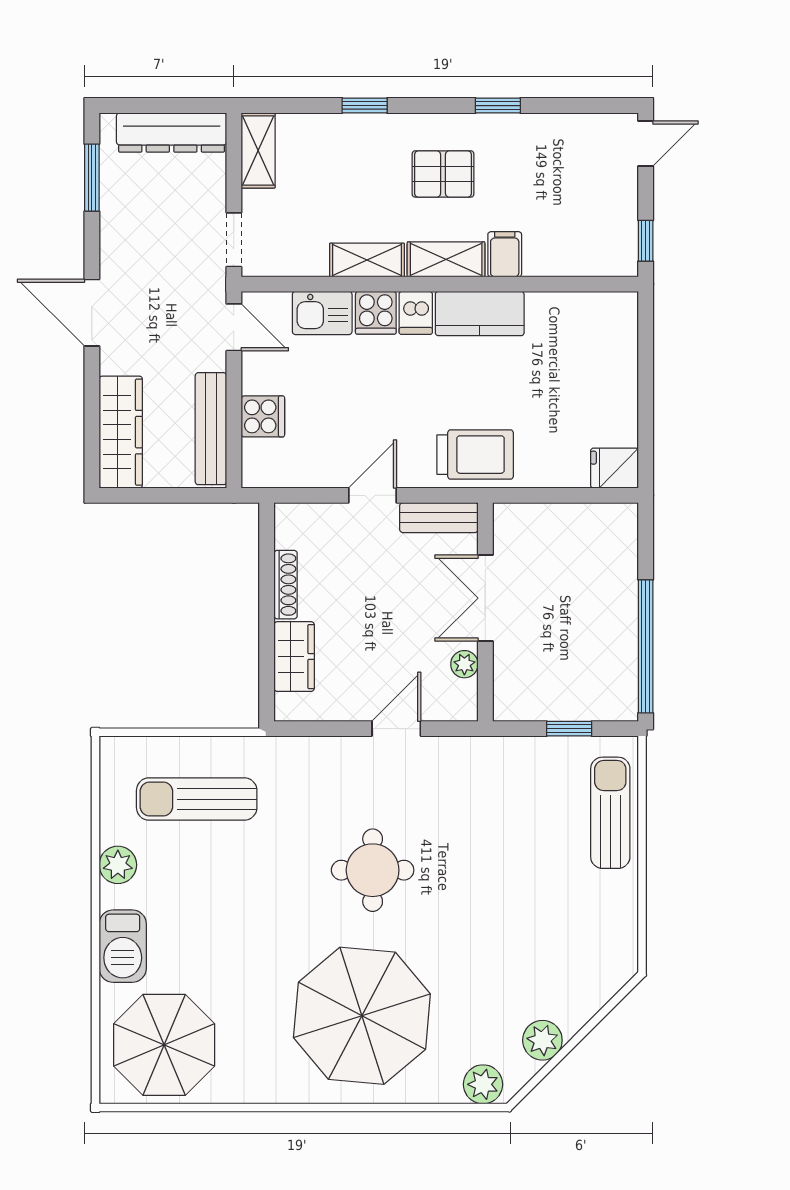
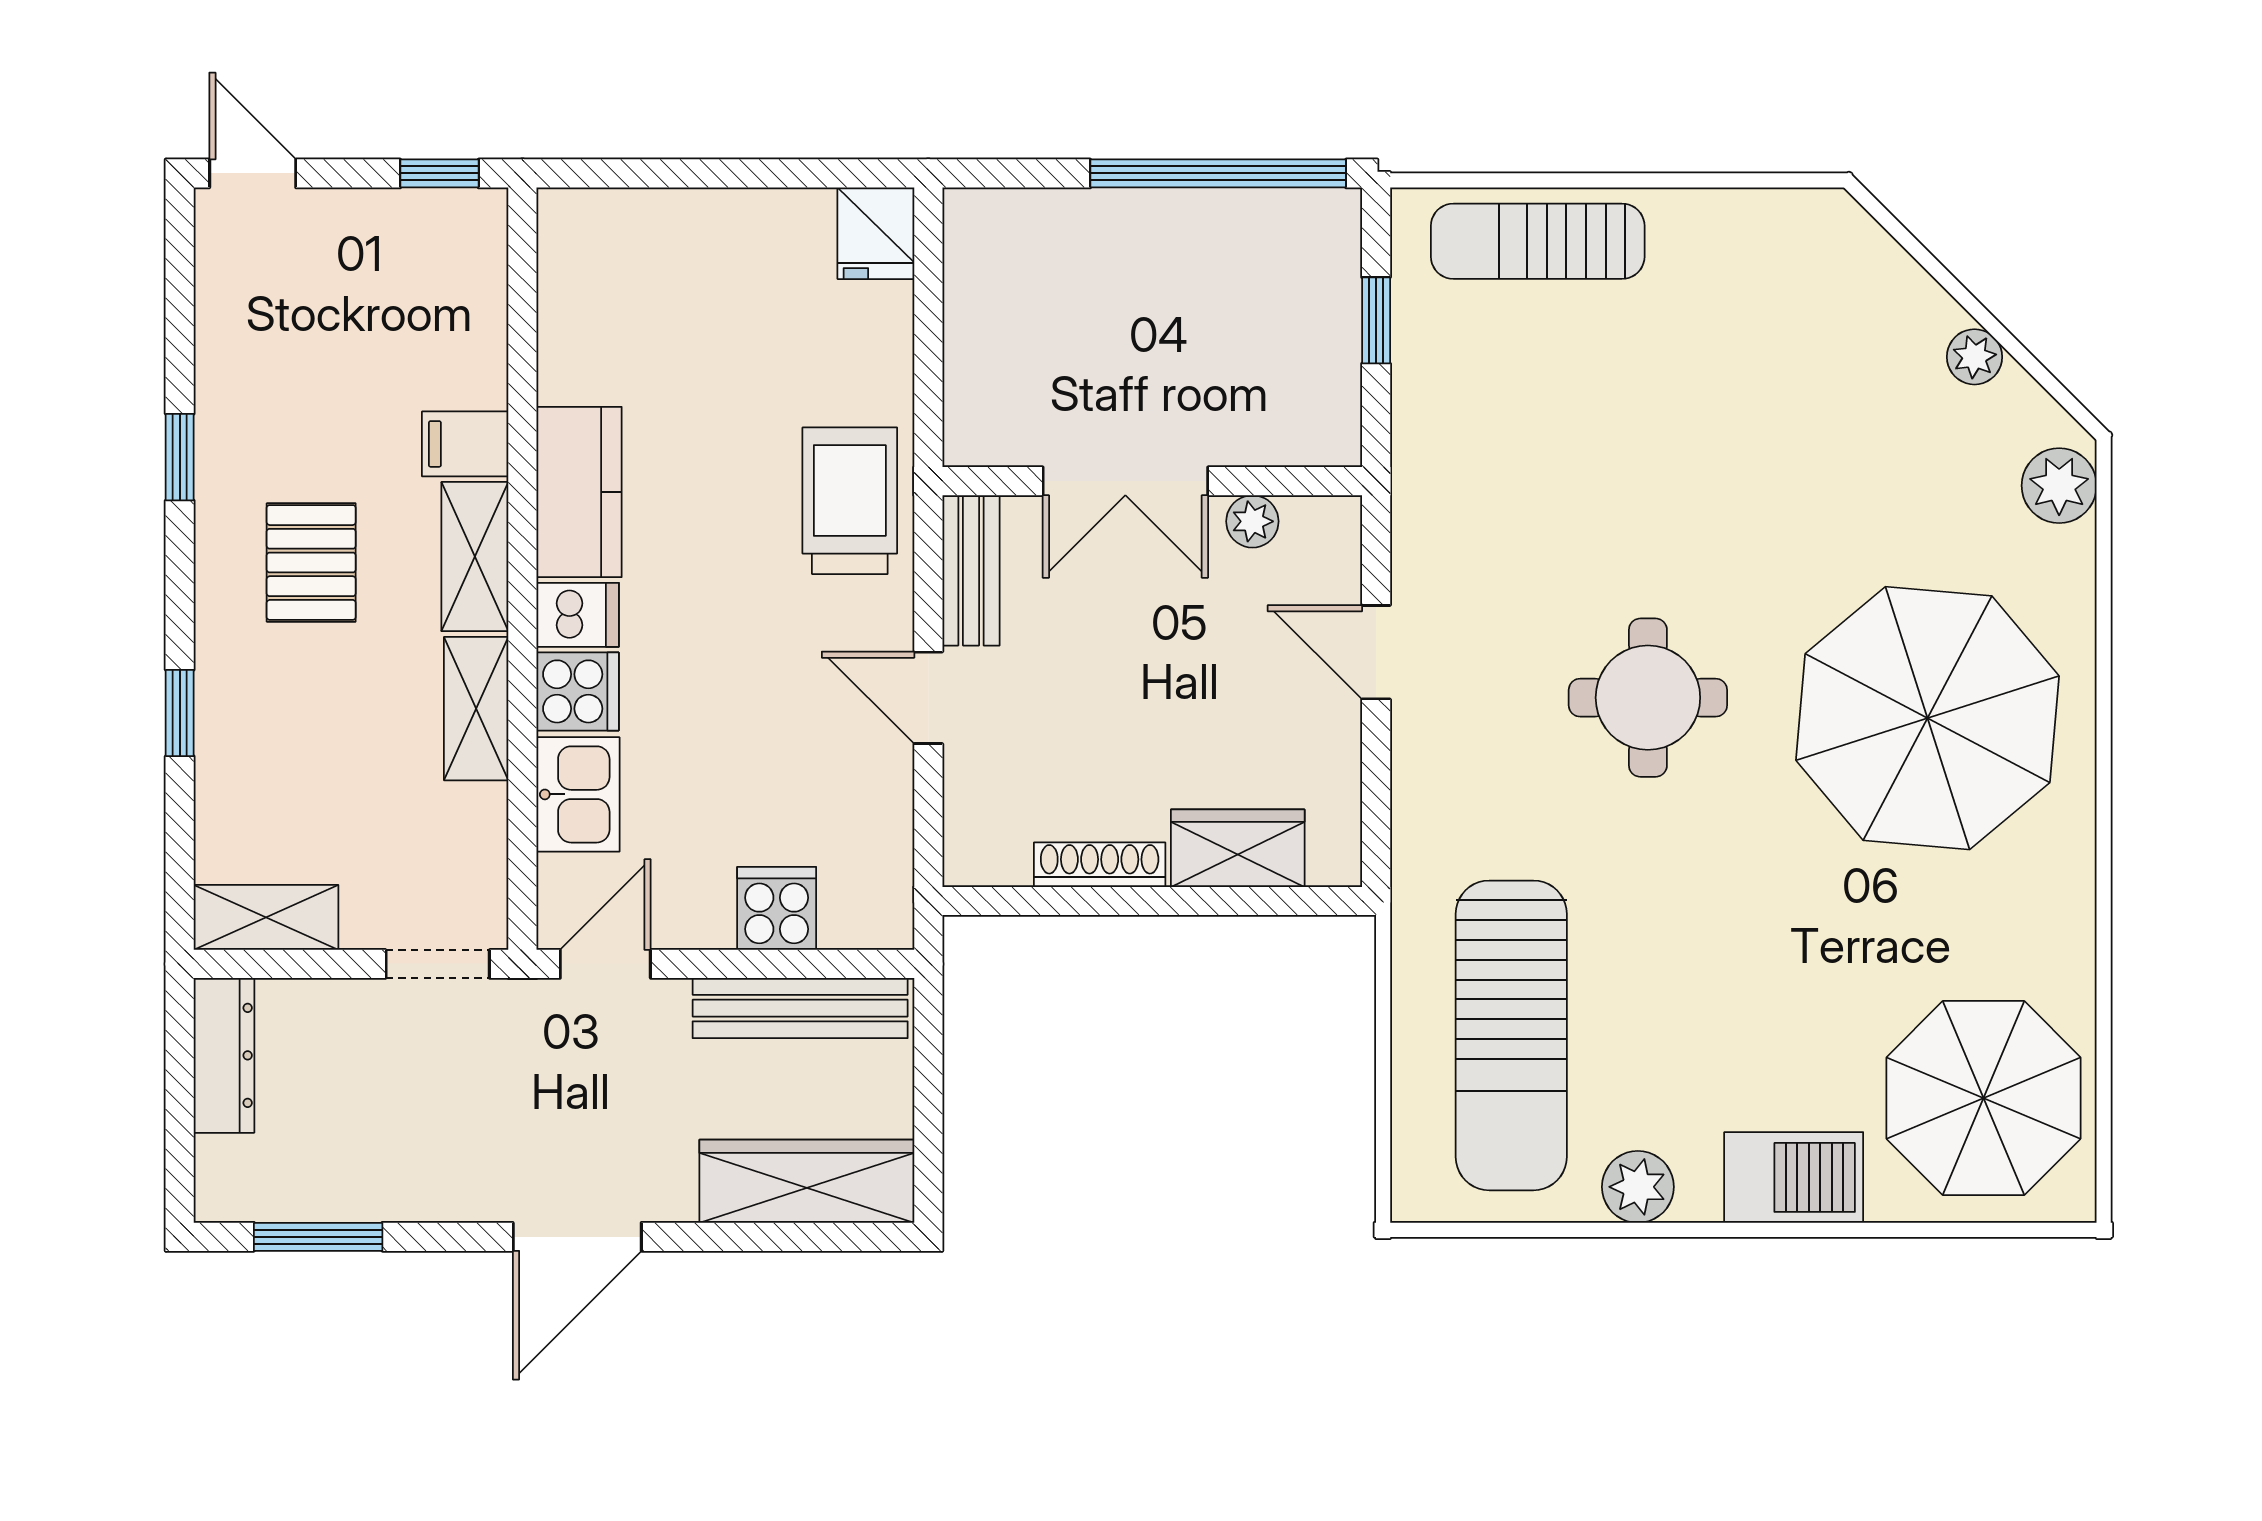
dresser: (172, 132) -> (224, 1055), width x0.73, depth x0.80
sun lounger: (197, 799) -> (1511, 1035), width x1.36, depth x1.34
plant: (542, 1040) -> (1974, 357), width x0.73, depth x0.73

